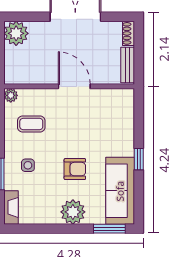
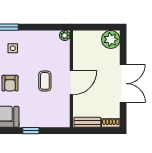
coffee table: (31, 124) -> (45, 81), moved
window: (139, 159) -> (31, 131), moved

